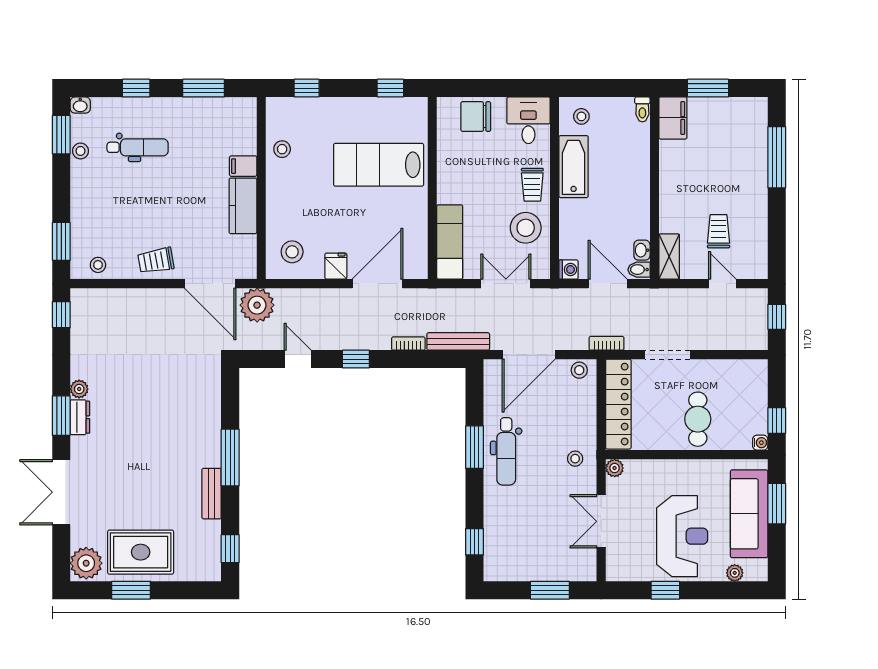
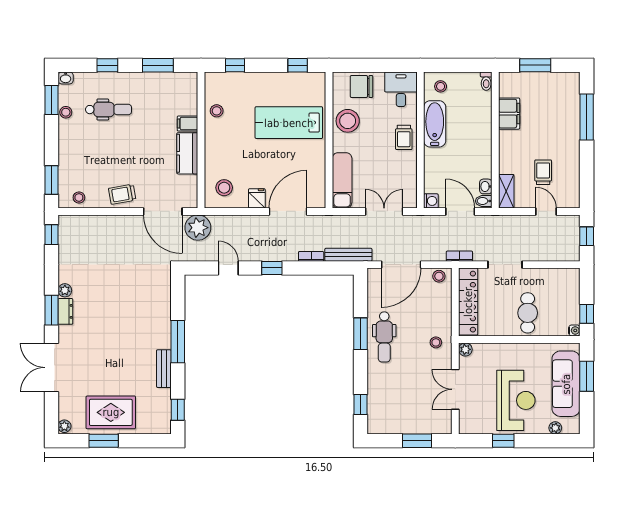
filing cabinet: (673, 118) -> (509, 114), moved
stool: (526, 228) -> (348, 121), moved
plant: (86, 563) -> (64, 426), width x0.53, depth x0.53

